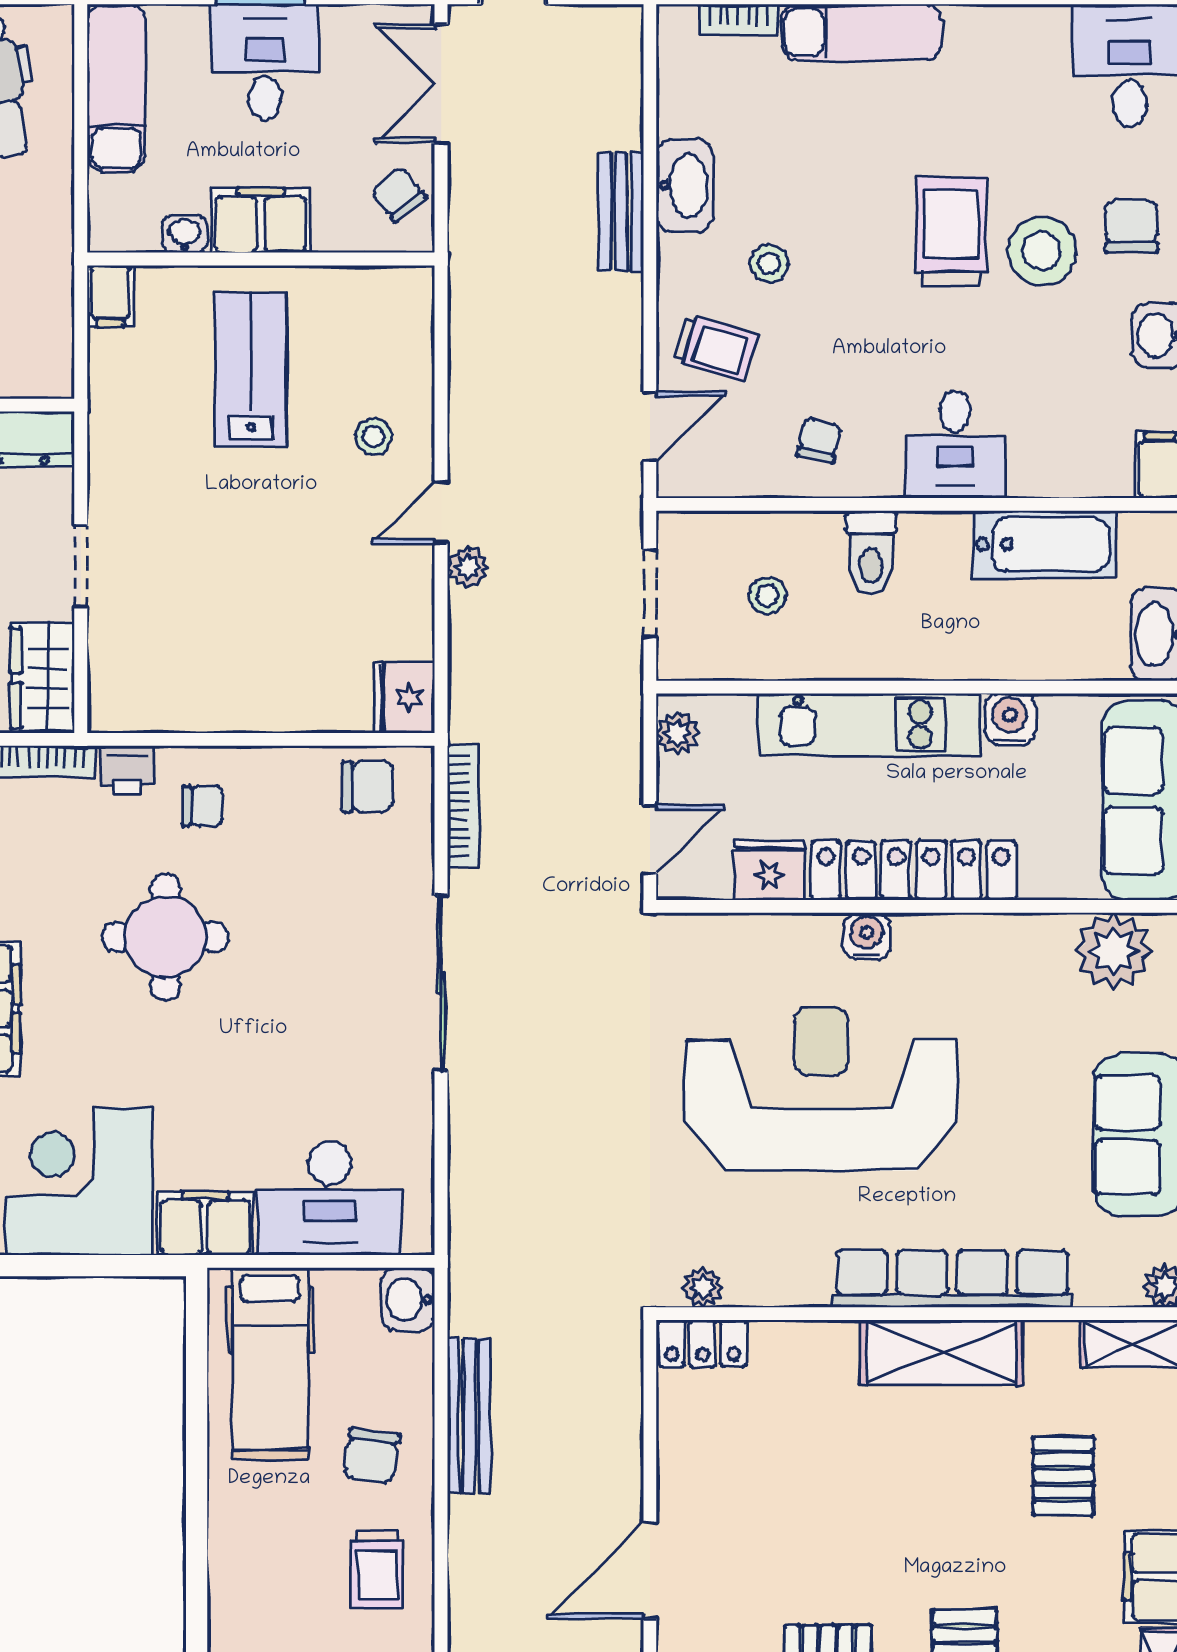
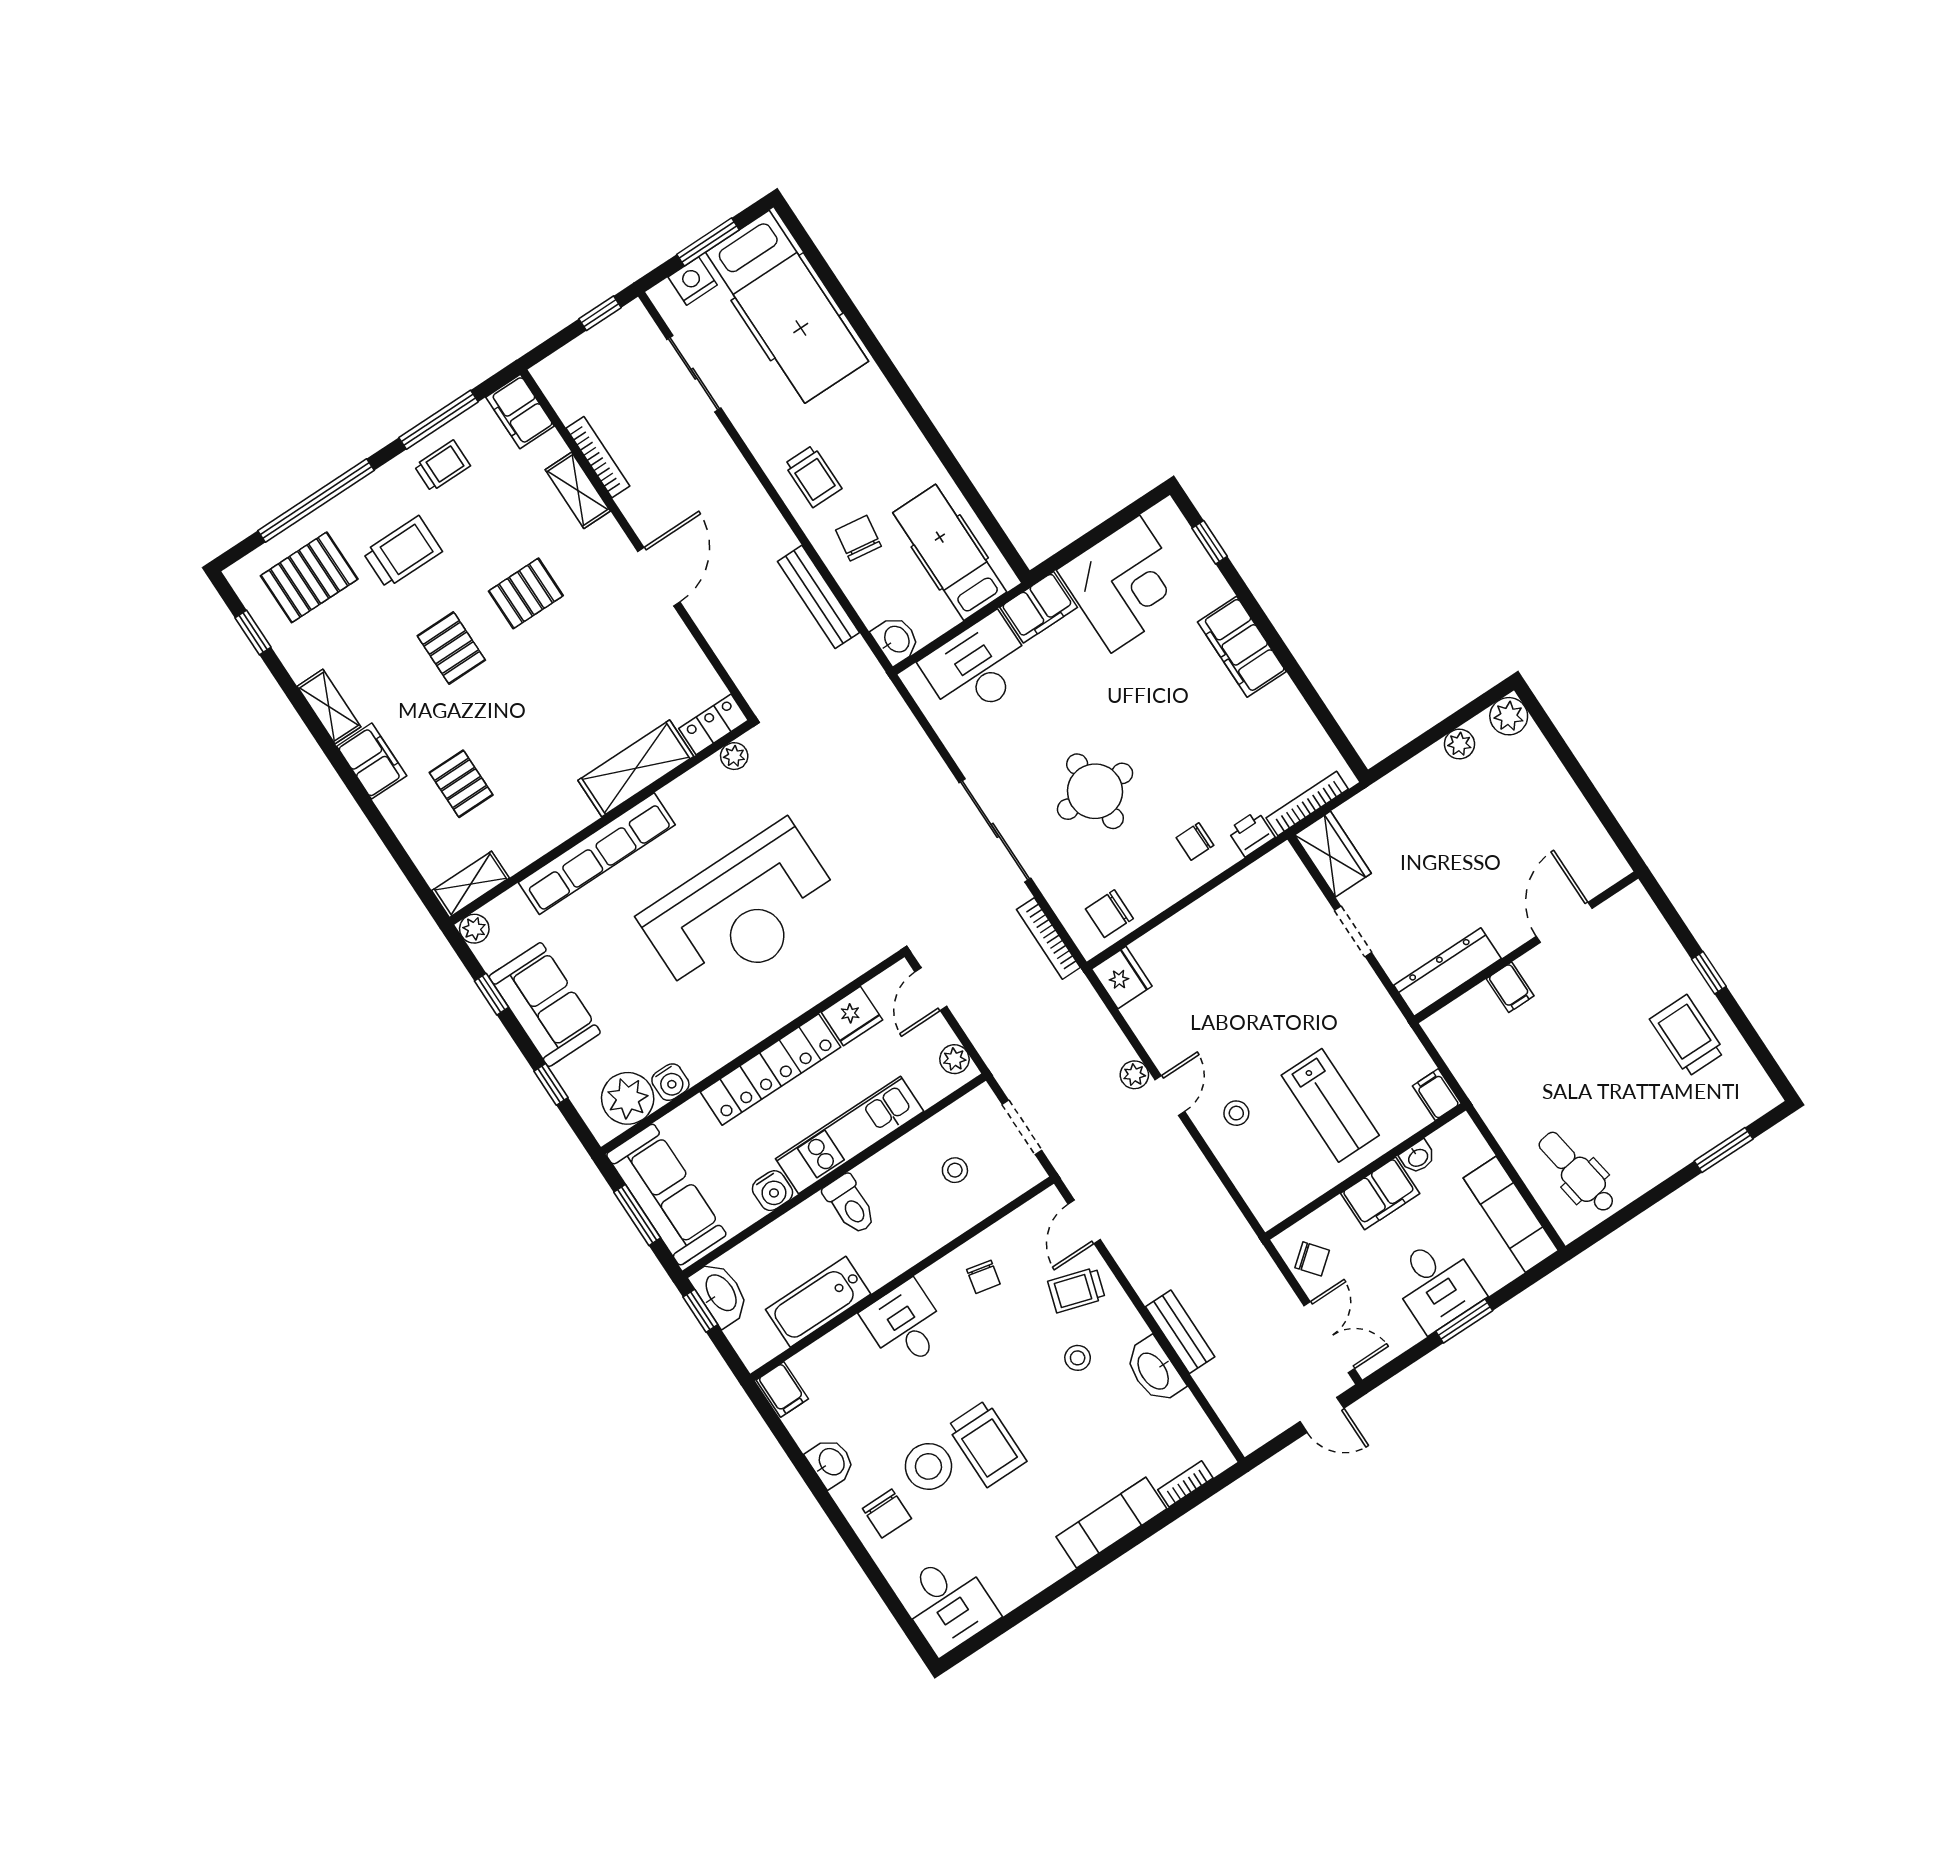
toilet: (871, 553) -> (850, 1205), moved, turned 180
water cooler: (867, 936) -> (670, 1082), moved
round table: (166, 937) -> (1095, 791), moved
shelving: (942, 1352) -> (636, 768), moved
trolley: (377, 1569) -> (813, 476), turned 180

